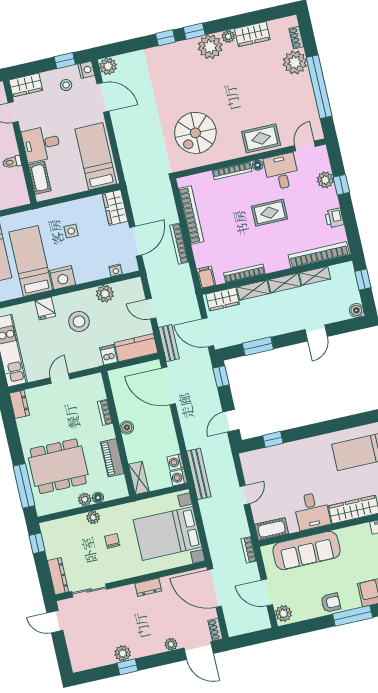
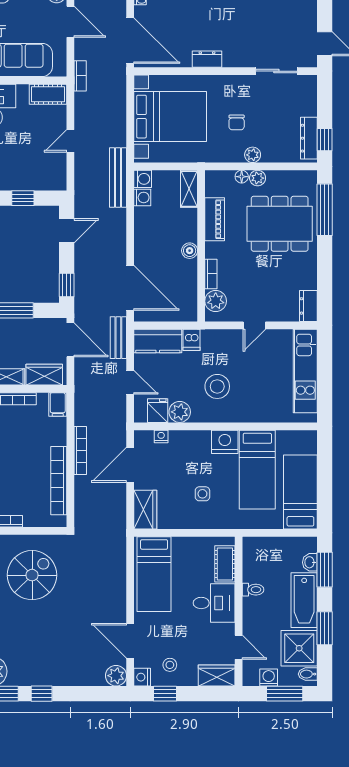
fridge: (45, 308) -> (158, 411), moved
plant: (96, 391) -> (216, 301), added
dresser: (58, 576) -> (309, 138), moved

